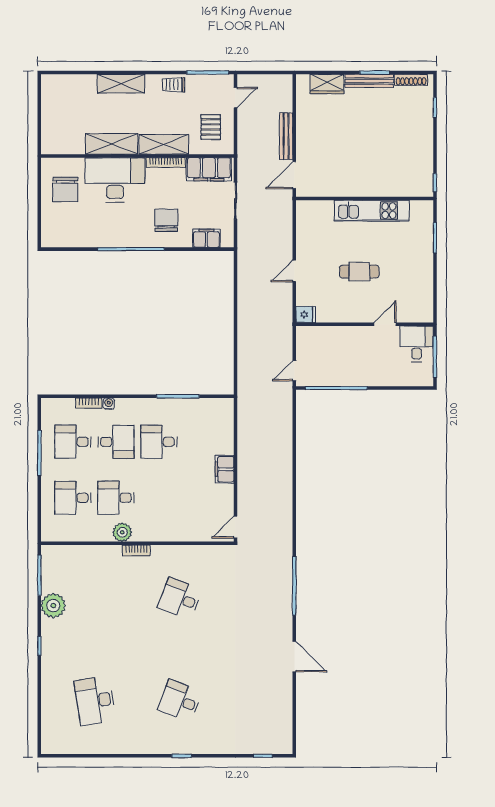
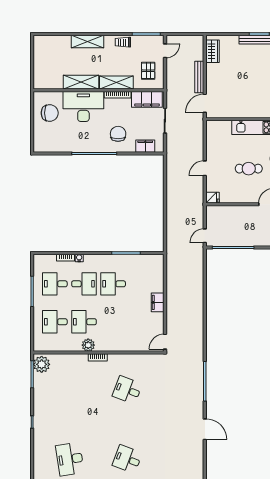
wardrobe: (327, 84) -> (212, 51), moved, turned -90
chair: (65, 189) -> (50, 113), turned -90
plant: (53, 606) -> (42, 364), moved

